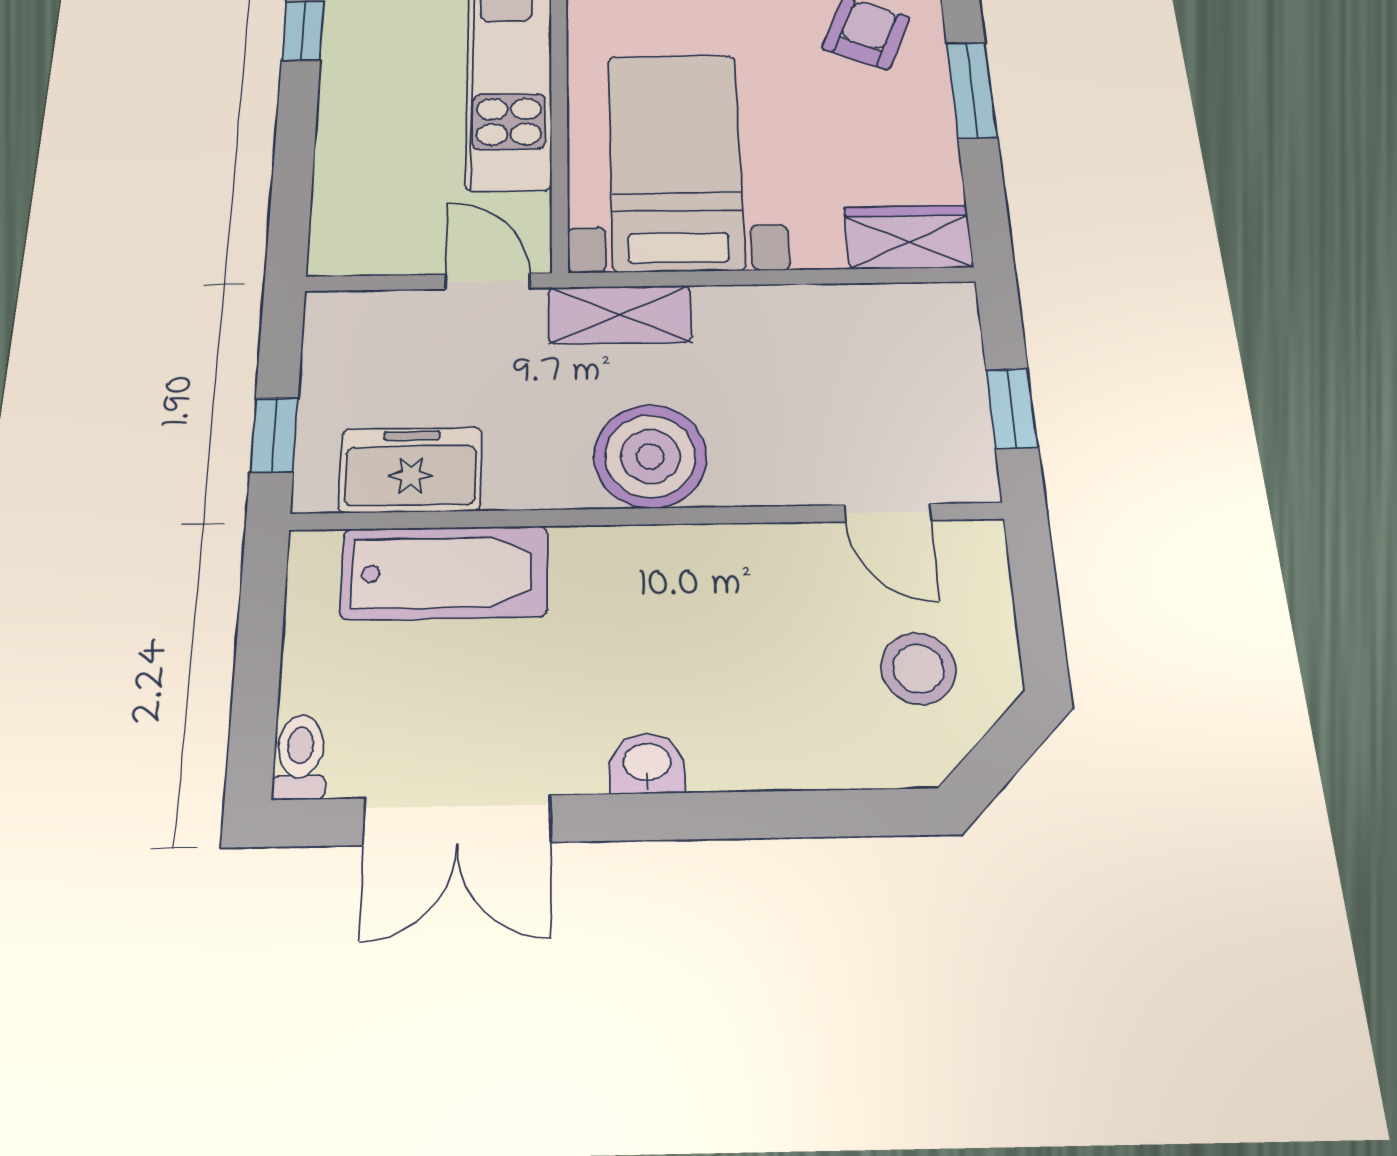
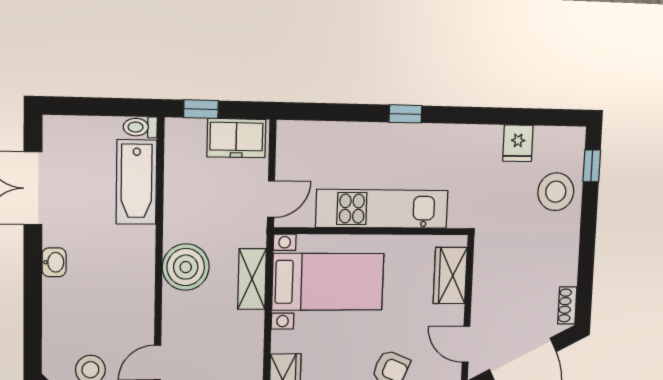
shelving: (620, 315) -> (252, 279), moved
freezer: (411, 470) -> (236, 138), moved, turned 90
toilet: (300, 757) -> (140, 127), moved, turned 180

